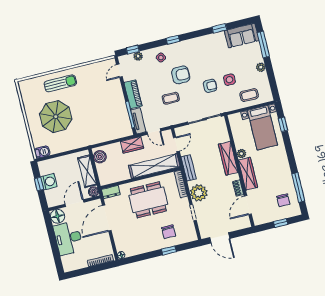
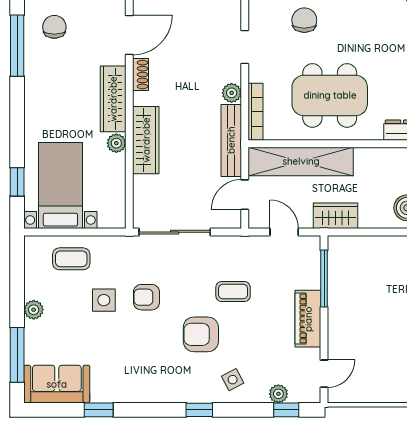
tv unit: (138, 121) -> (311, 262), removed
bench: (189, 168) -> (231, 140), width x1.36
plant: (199, 193) -> (232, 93), width x0.53, depth x0.53

